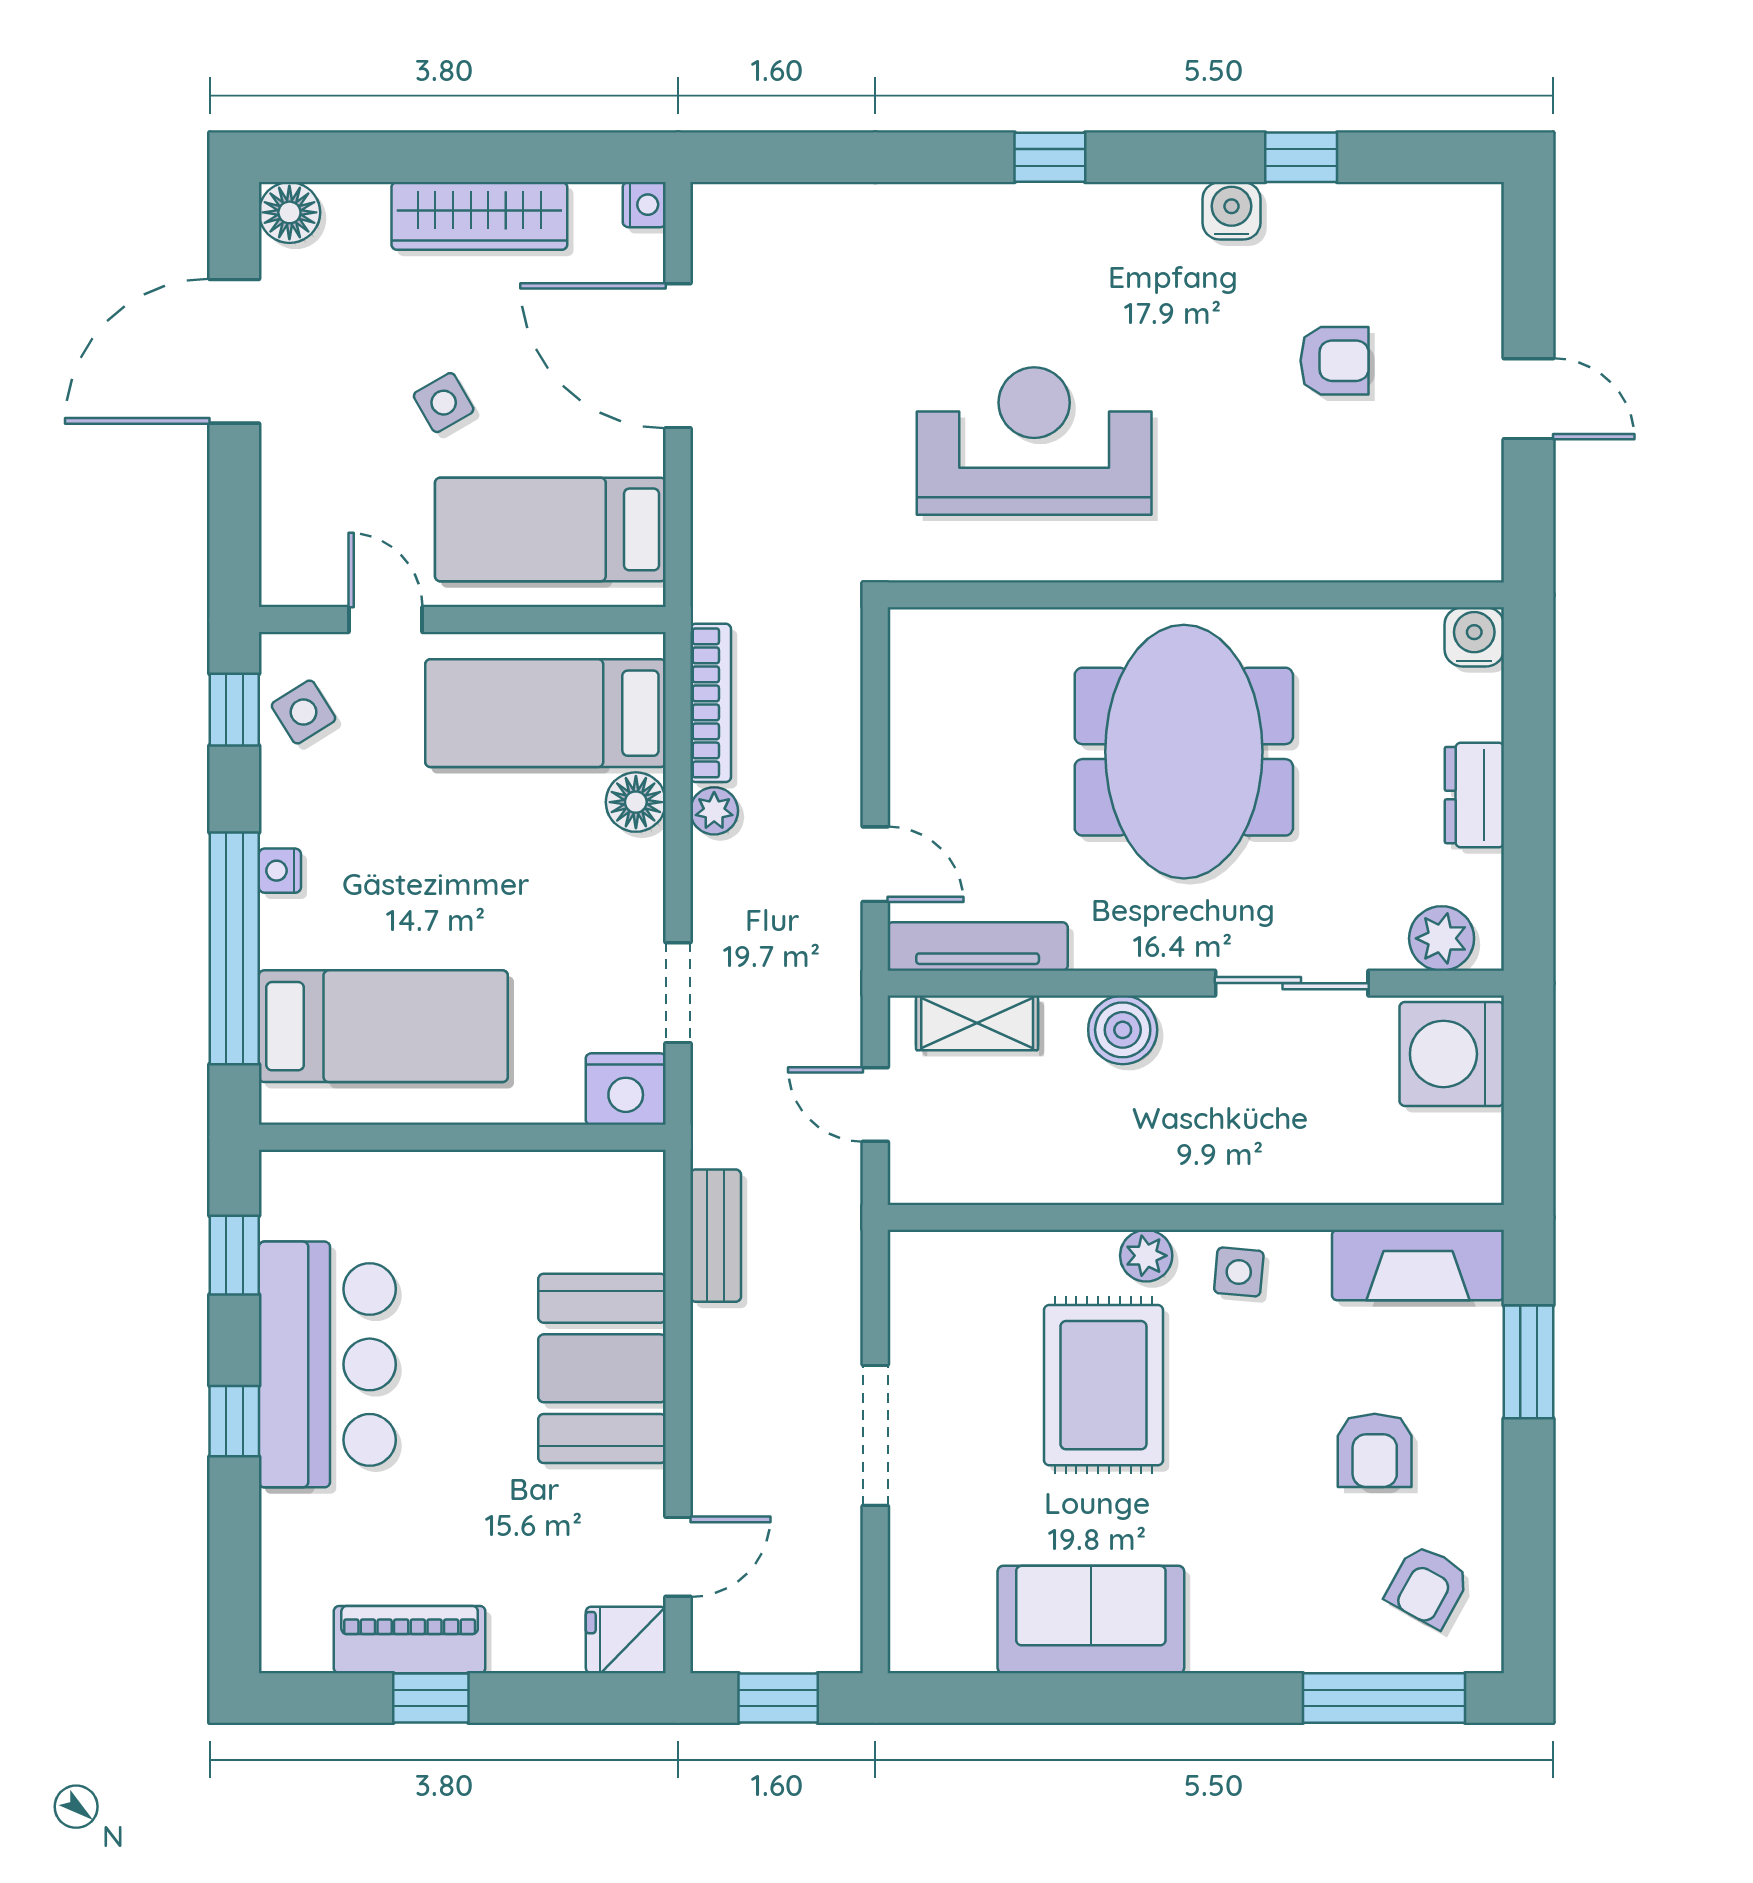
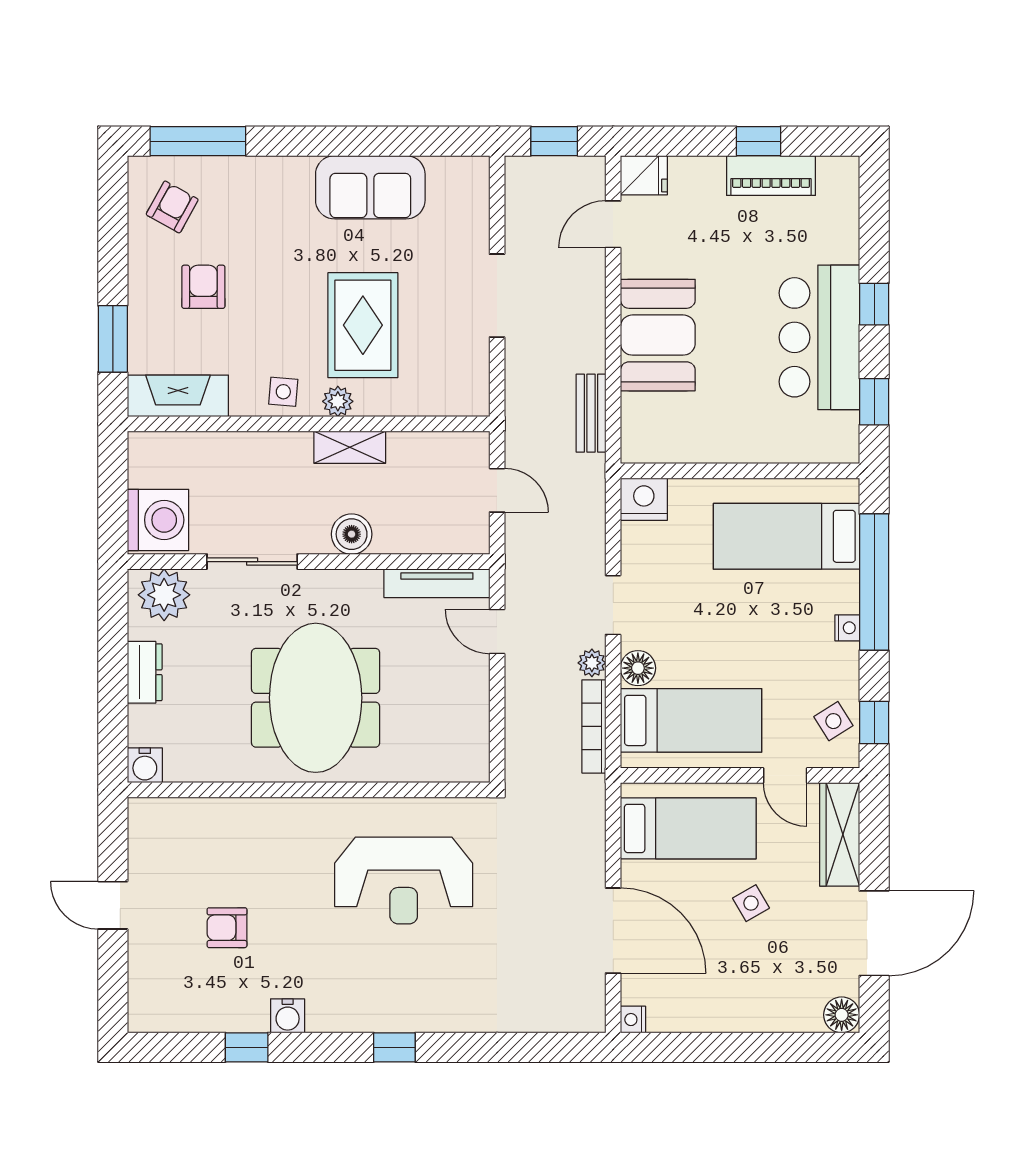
wardrobe: (479, 216) -> (840, 834), moved, turned -90
plant: (1442, 938) -> (164, 595), width x1.36, depth x1.36
doorway: (678, 993) -> (613, 605), moved
shelving: (977, 1023) -> (350, 447), moved

